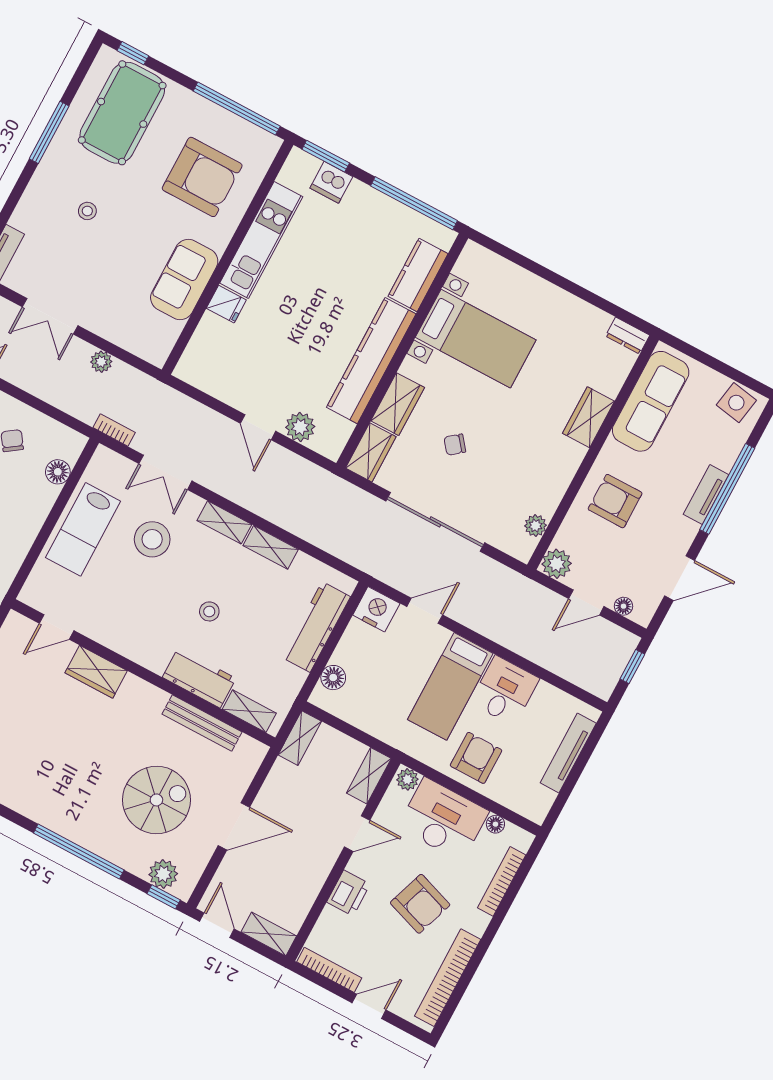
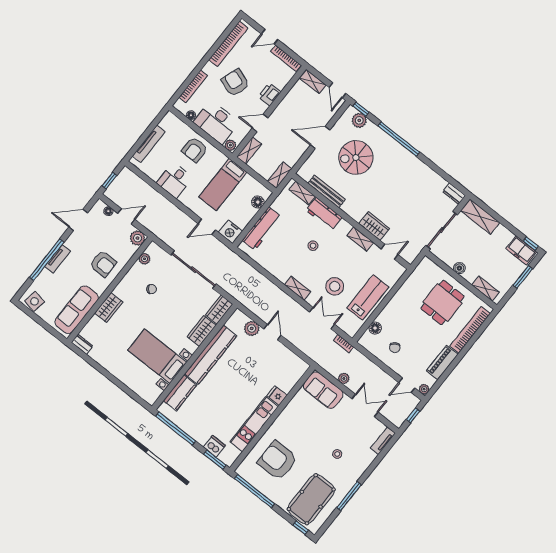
sofa: (184, 280) -> (323, 390), moved, turned 90
chair: (455, 445) -> (152, 289), moved
shelving: (271, 547) -> (360, 239), moved
bed: (450, 686) -> (223, 184), moved, turned 180

